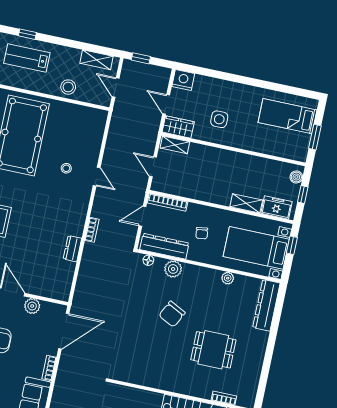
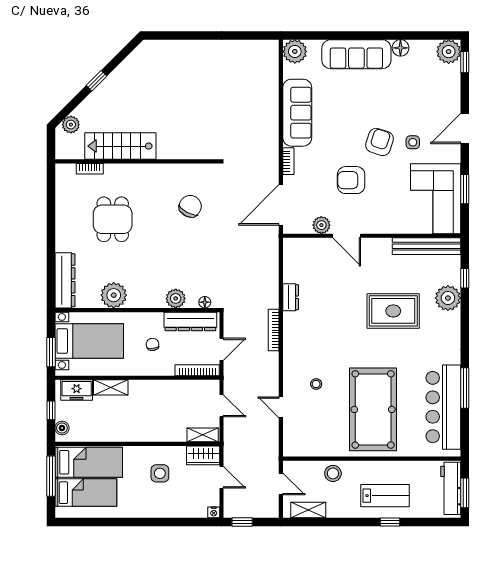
window: (141, 58) -> (242, 522), moved
nightstand: (183, 80) -> (214, 512), width x0.53, depth x0.56
window: (315, 137) -> (51, 476), width x1.44
bed: (279, 142) -> (89, 462), added
door: (97, 177) -> (281, 407), moved
bookcase: (92, 230) -> (274, 330), width x1.56
window: (292, 245) -> (51, 352), width x1.50
plant: (228, 278) -> (114, 295), width x1.87, depth x1.87
chair: (172, 314) -> (190, 206), moved
dining table: (213, 350) -> (113, 219), turned 90

